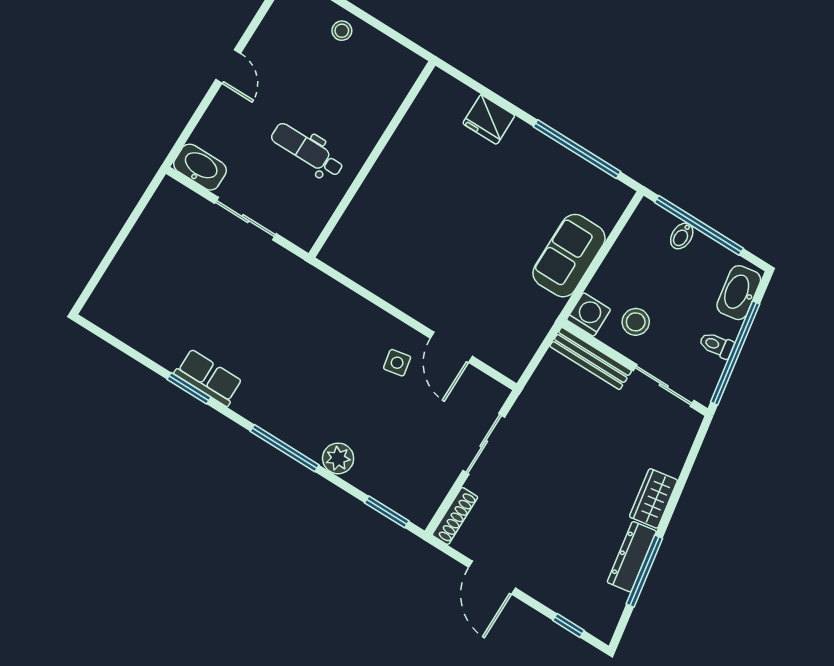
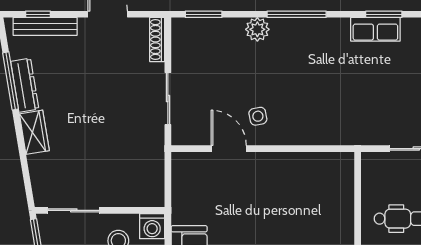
bench: (591, 358) -> (45, 26), moved

